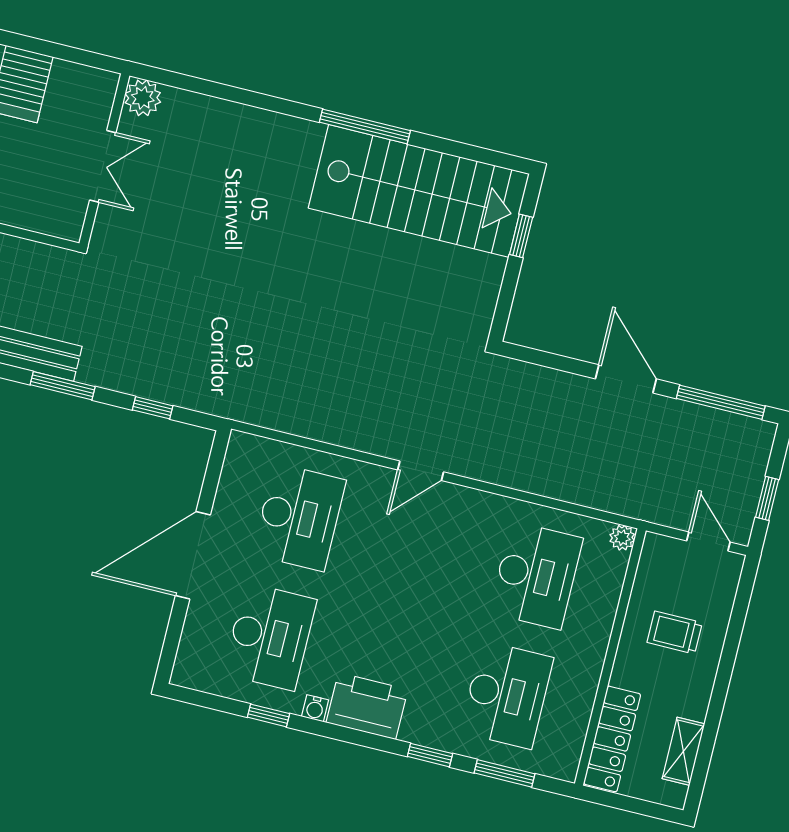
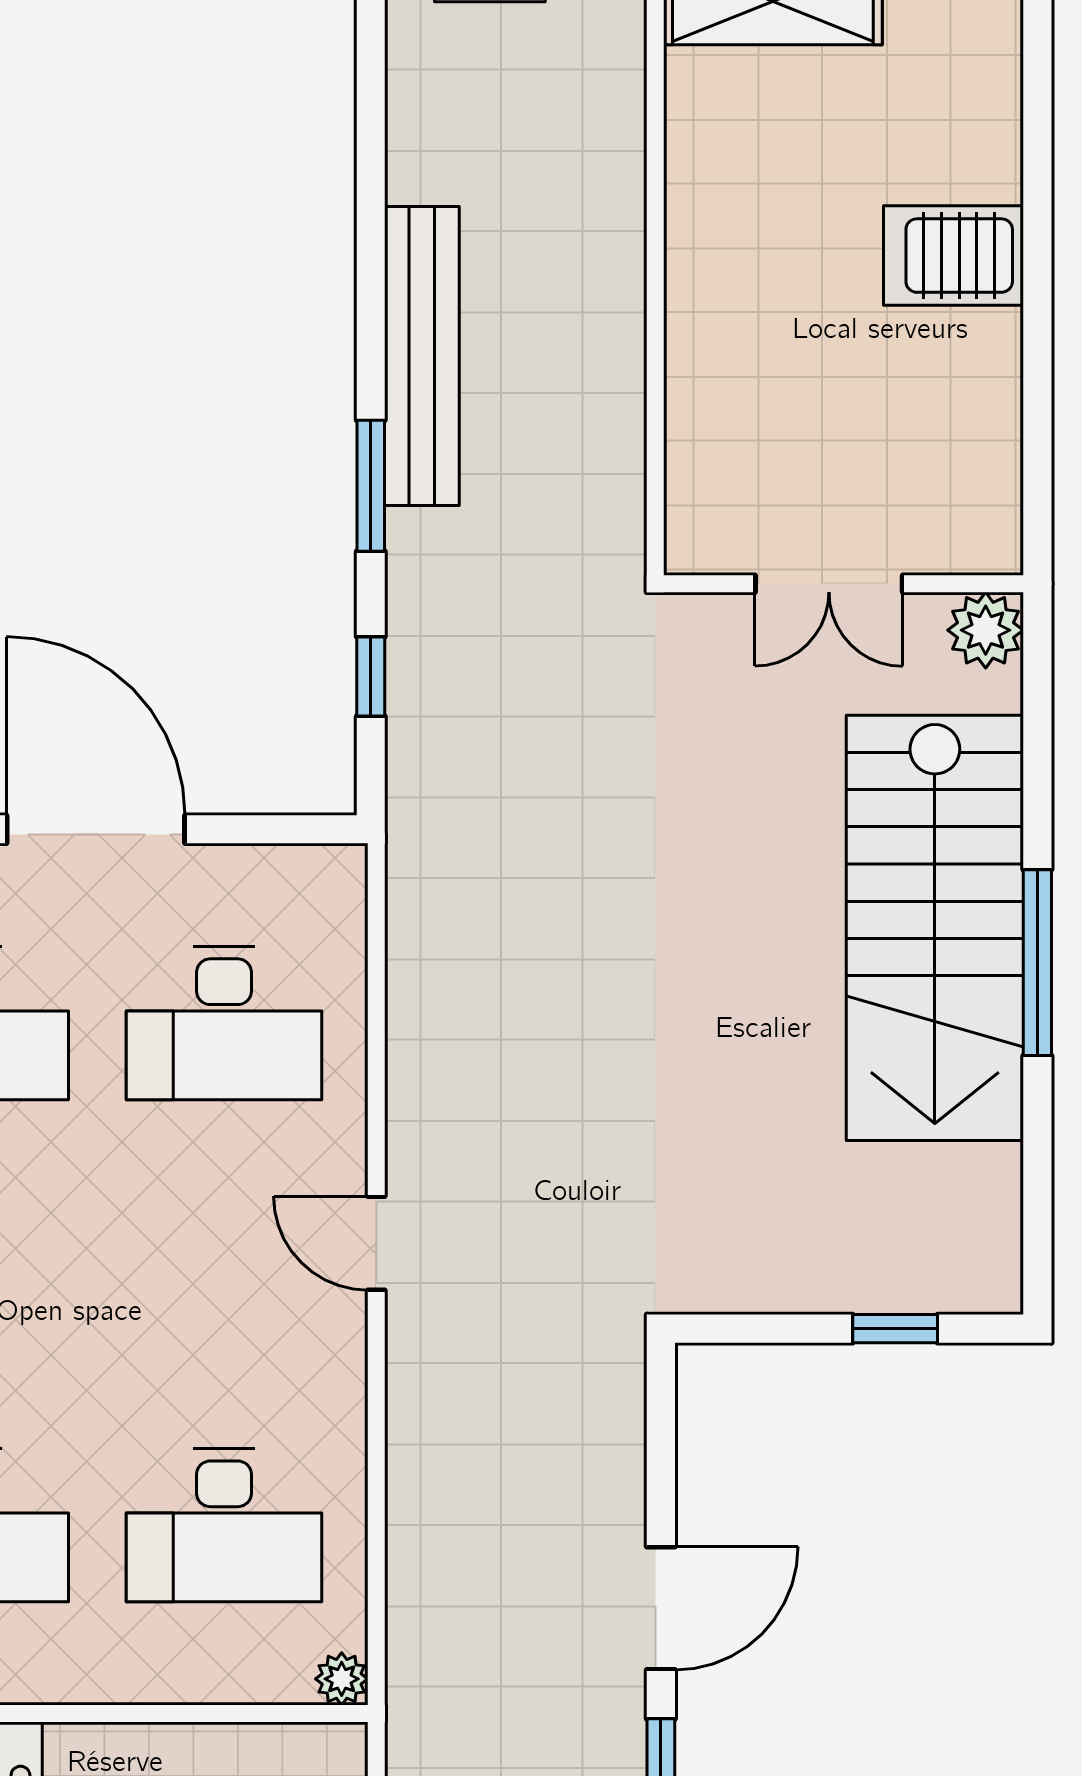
plant: (143, 98) -> (986, 630), moved
wall: (104, 159) -> (844, 584), moved
double door: (103, 166) -> (829, 584), moved
stairs: (419, 191) -> (935, 928), moved

